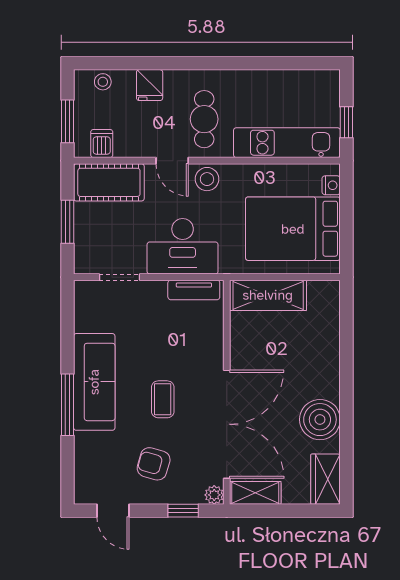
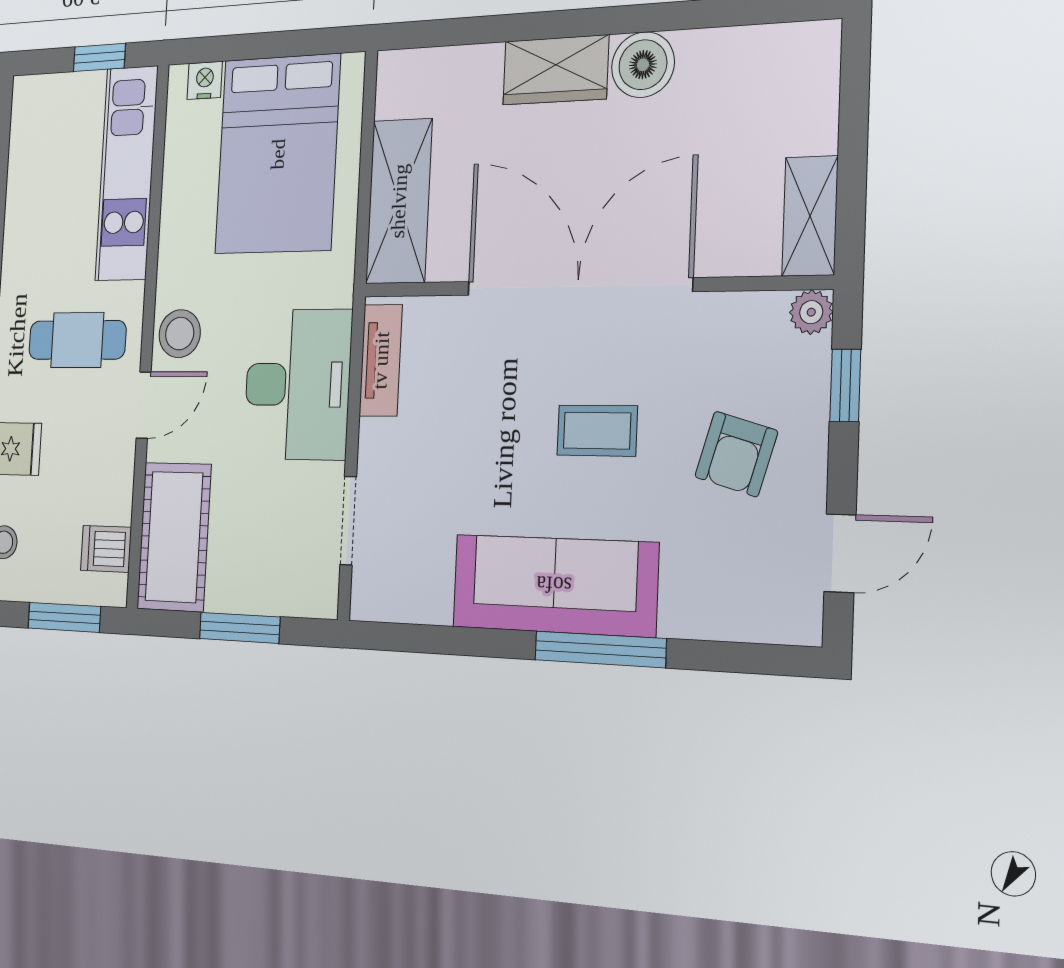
boiler: (320, 420) -> (643, 65), width x0.73, depth x0.73
double door: (227, 424) -> (578, 287), moved
wardrobe: (325, 479) -> (556, 70), moved

